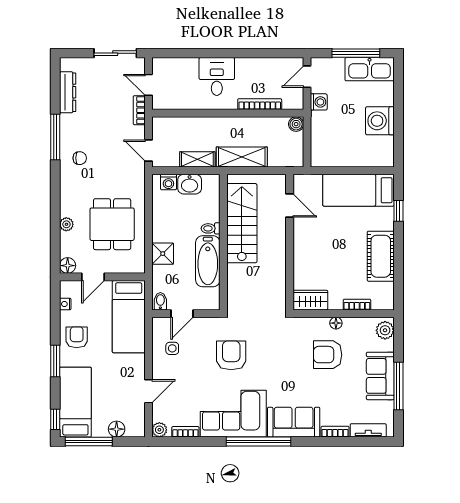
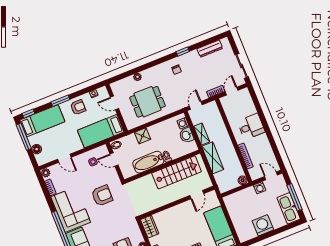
window: (55, 137) -> (183, 52), width x0.46
floor lamp: (68, 266) -> (115, 87), removed

